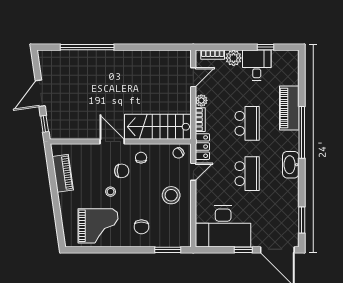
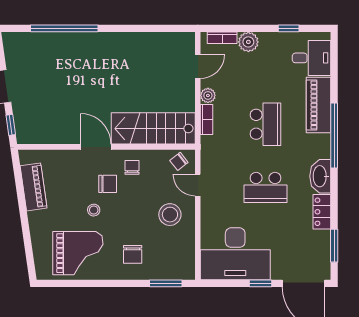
desk: (257, 65) -> (312, 58), moved, turned 90
locker: (202, 147) -> (322, 212), moved, turned 180
door: (193, 172) -> (198, 185), swing flipped
school desk: (247, 174) -> (266, 187), turned 90

